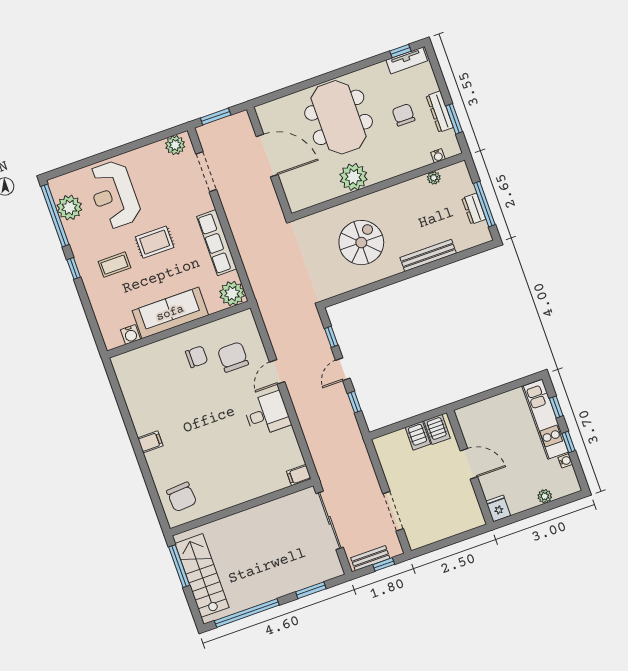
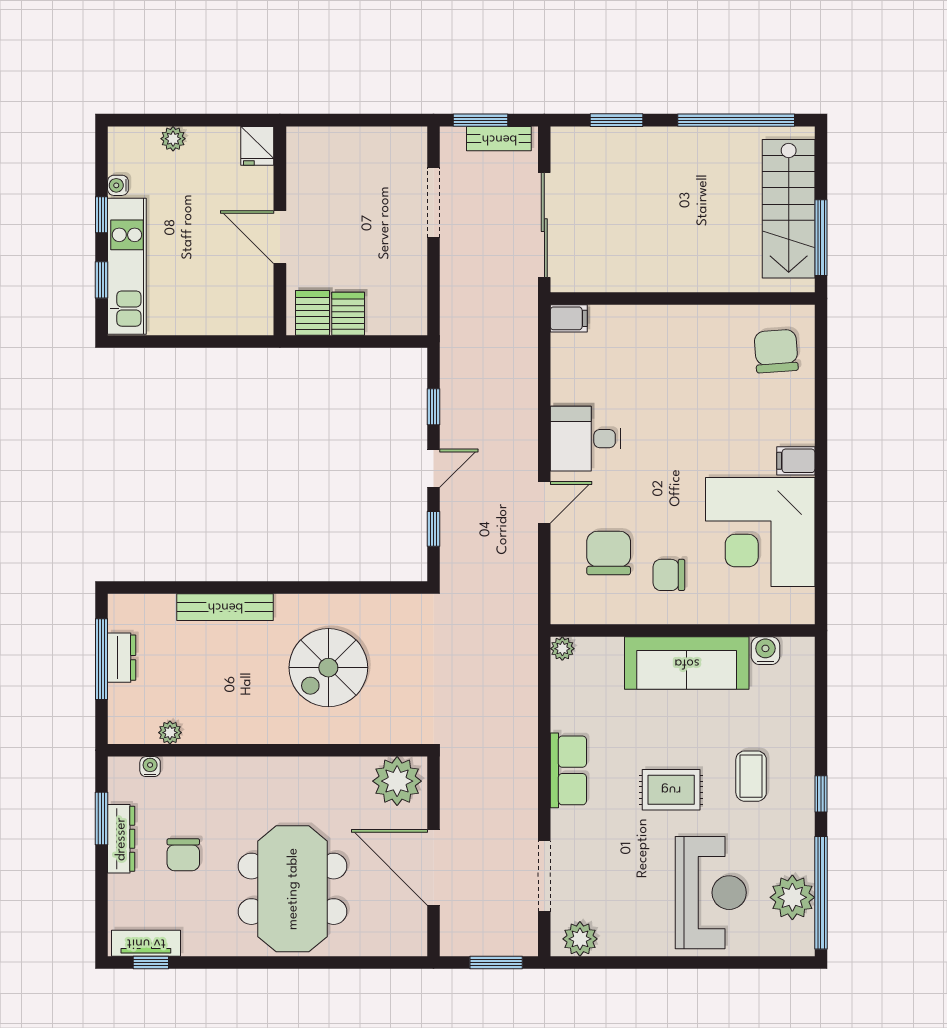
plant: (353, 177) -> (397, 781), moved
row of seats: (217, 243) -> (568, 770), width x0.68
coffee table: (114, 265) -> (751, 776), turned 90
plant: (232, 294) -> (562, 649), width x0.53, depth x0.53
chair: (233, 357) -> (609, 553), turned 180
corner desk: (156, 397) -> (760, 532), added
window: (384, 564) -> (480, 120), width x1.50

